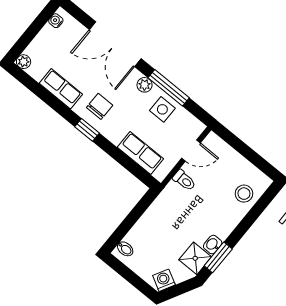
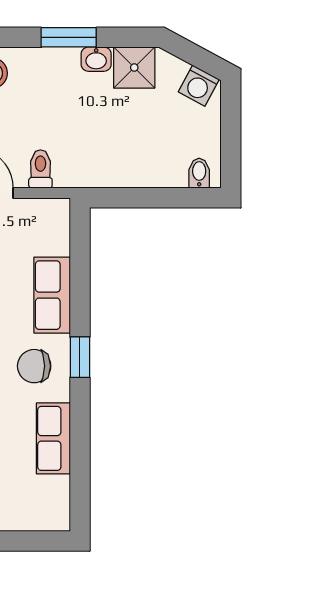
plant: (24, 62) -> (58, 519), removed
row of seats: (140, 153) -> (52, 295), moved
window: (218, 257) -> (69, 37), moved

